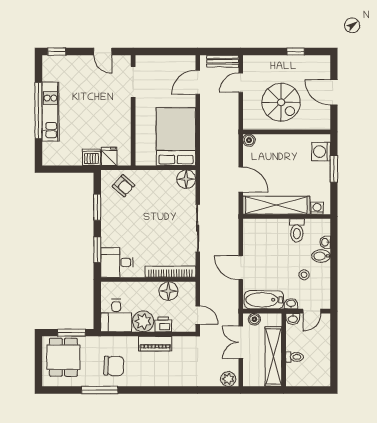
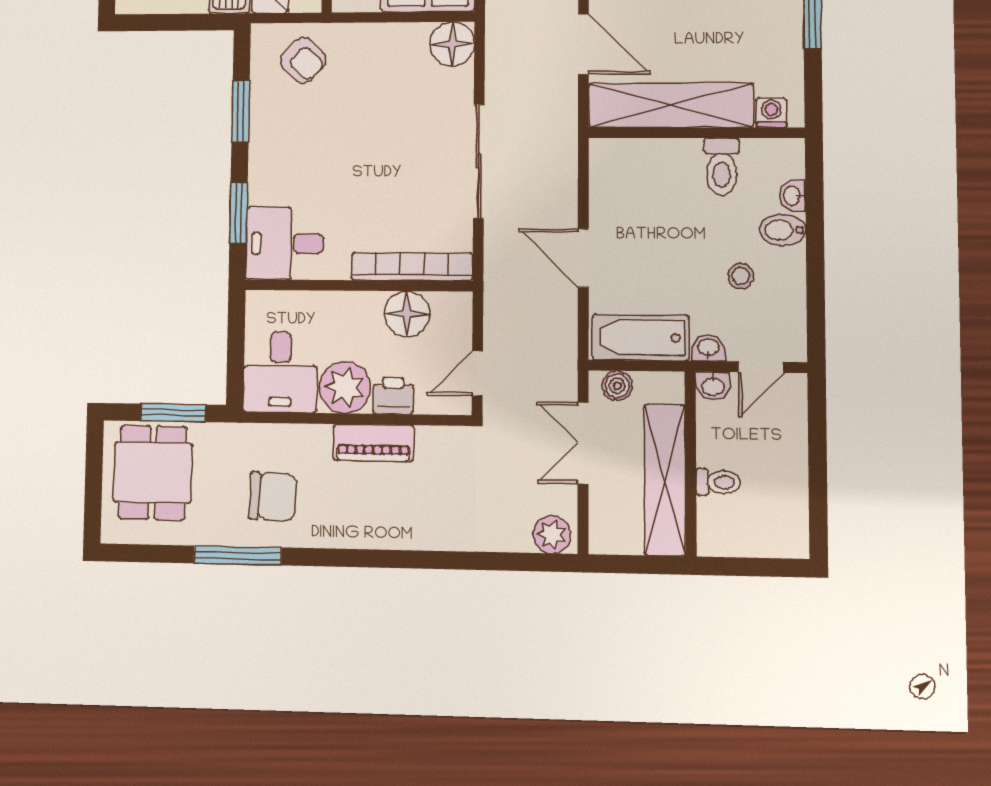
door: (198, 315) -> (477, 373), swing flipped

